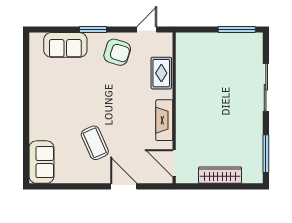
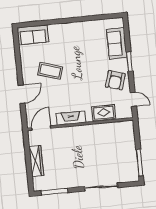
coffee table: (95, 143) -> (50, 71), turned 41

